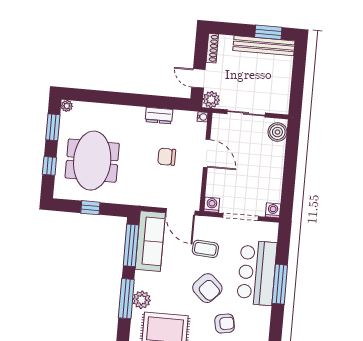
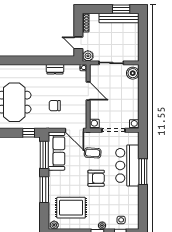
chair: (167, 157) -> (55, 106), moved
window: (90, 208) -> (29, 133), moved
armchair: (207, 288) -> (96, 178), turned -43
plant: (142, 300) -> (54, 189), removed
armchair: (225, 324) -> (109, 200), removed

